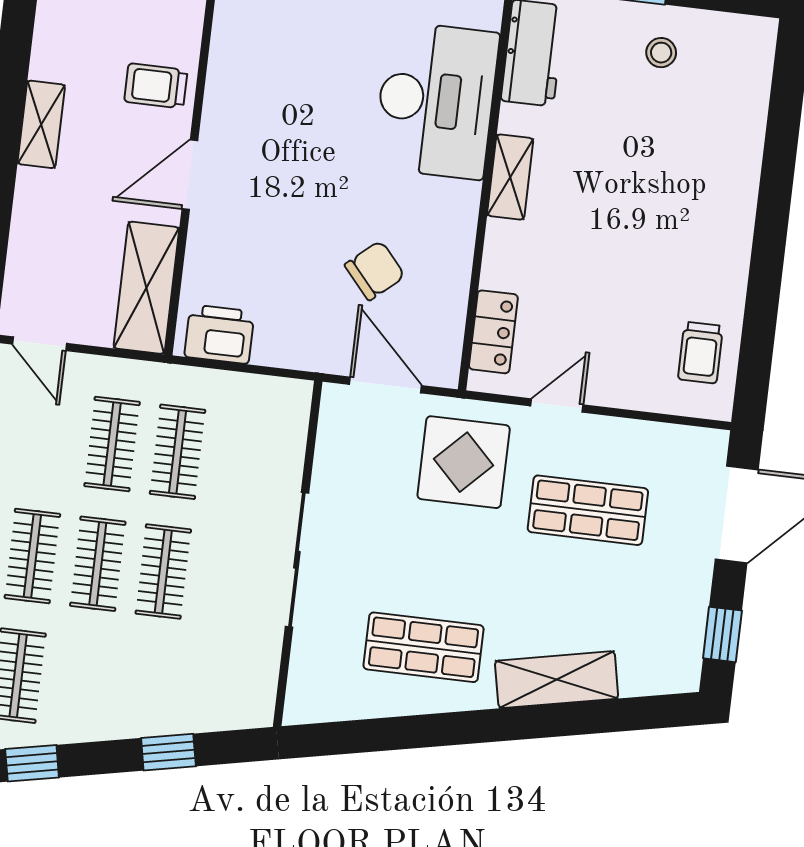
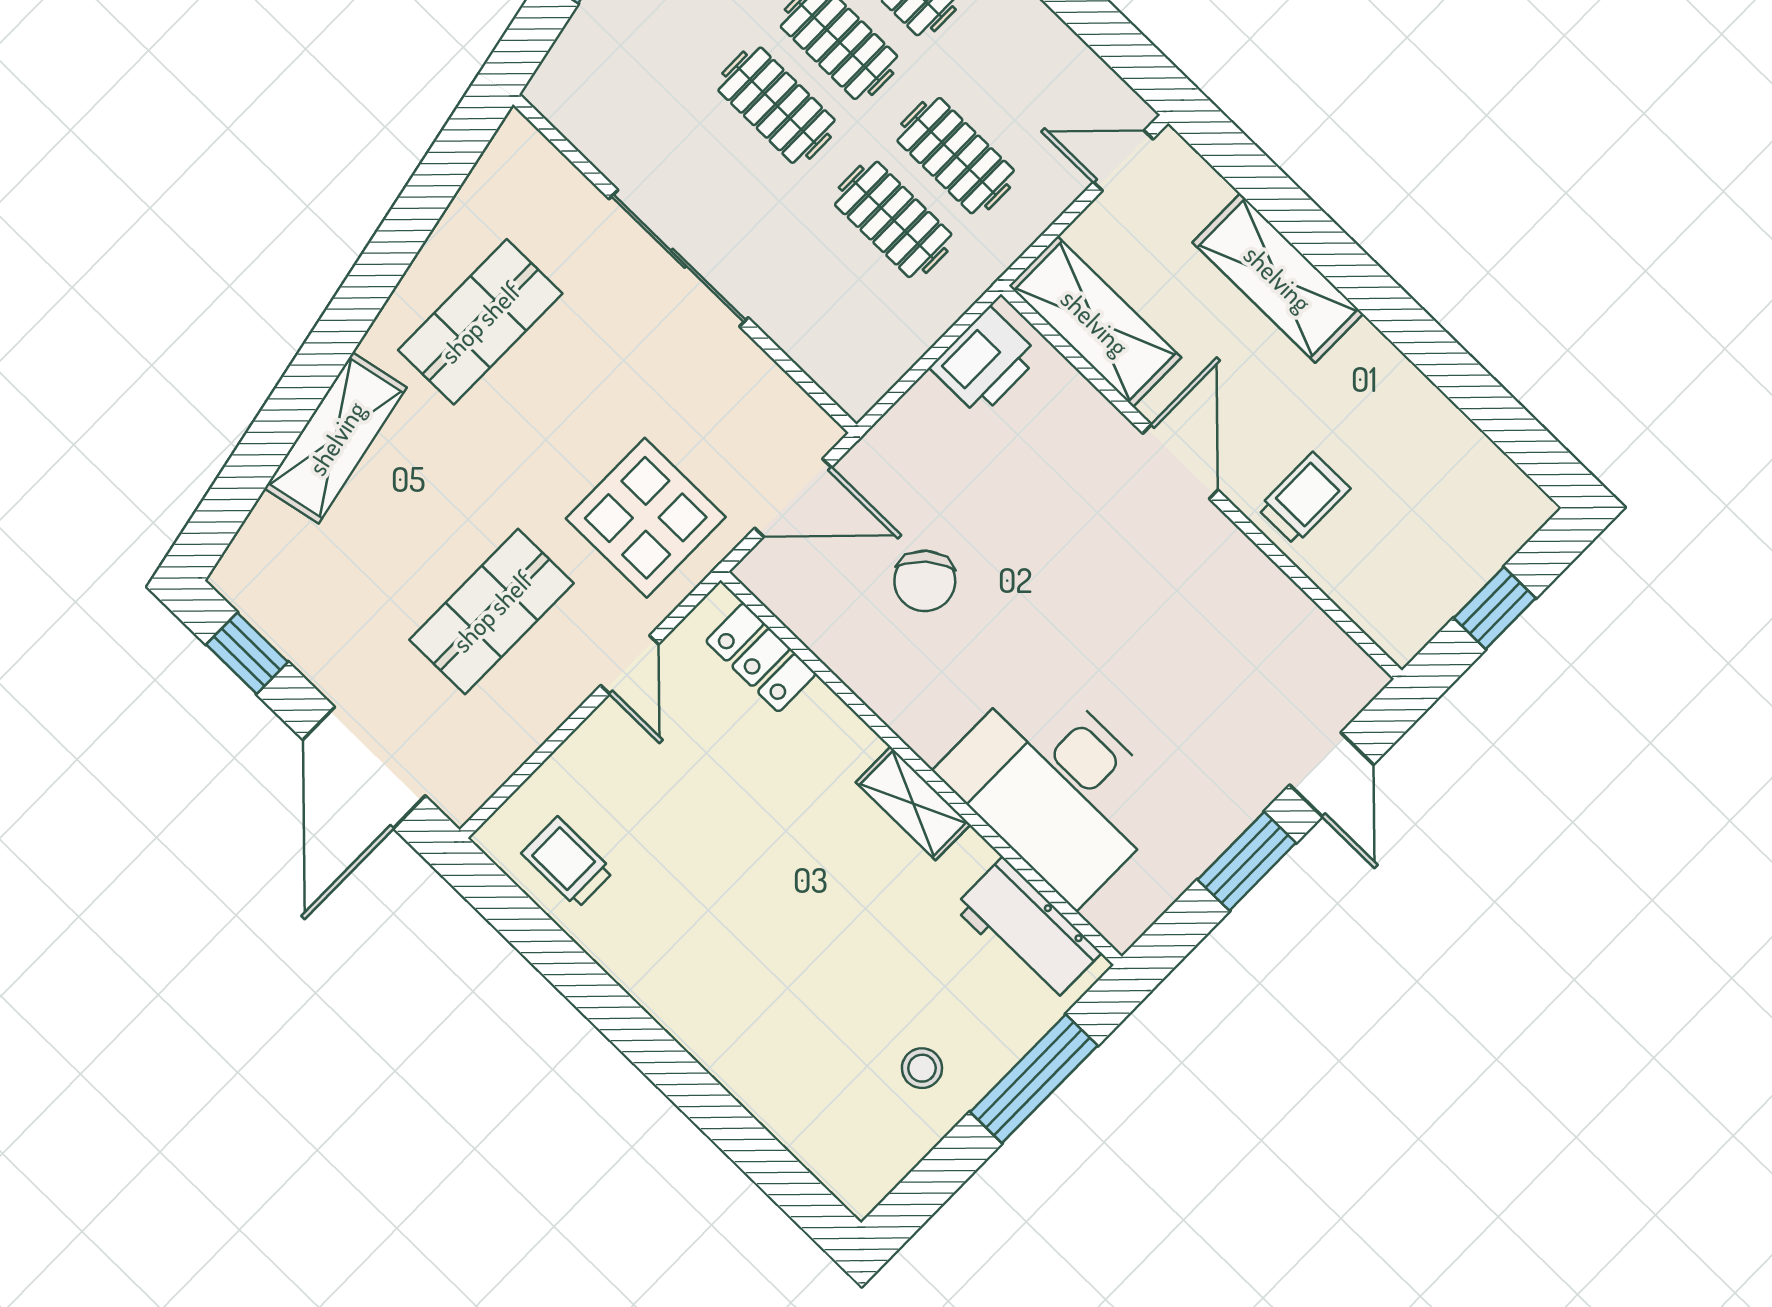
shelving: (41, 124) -> (1278, 278), moved, width x1.50, depth x1.33

